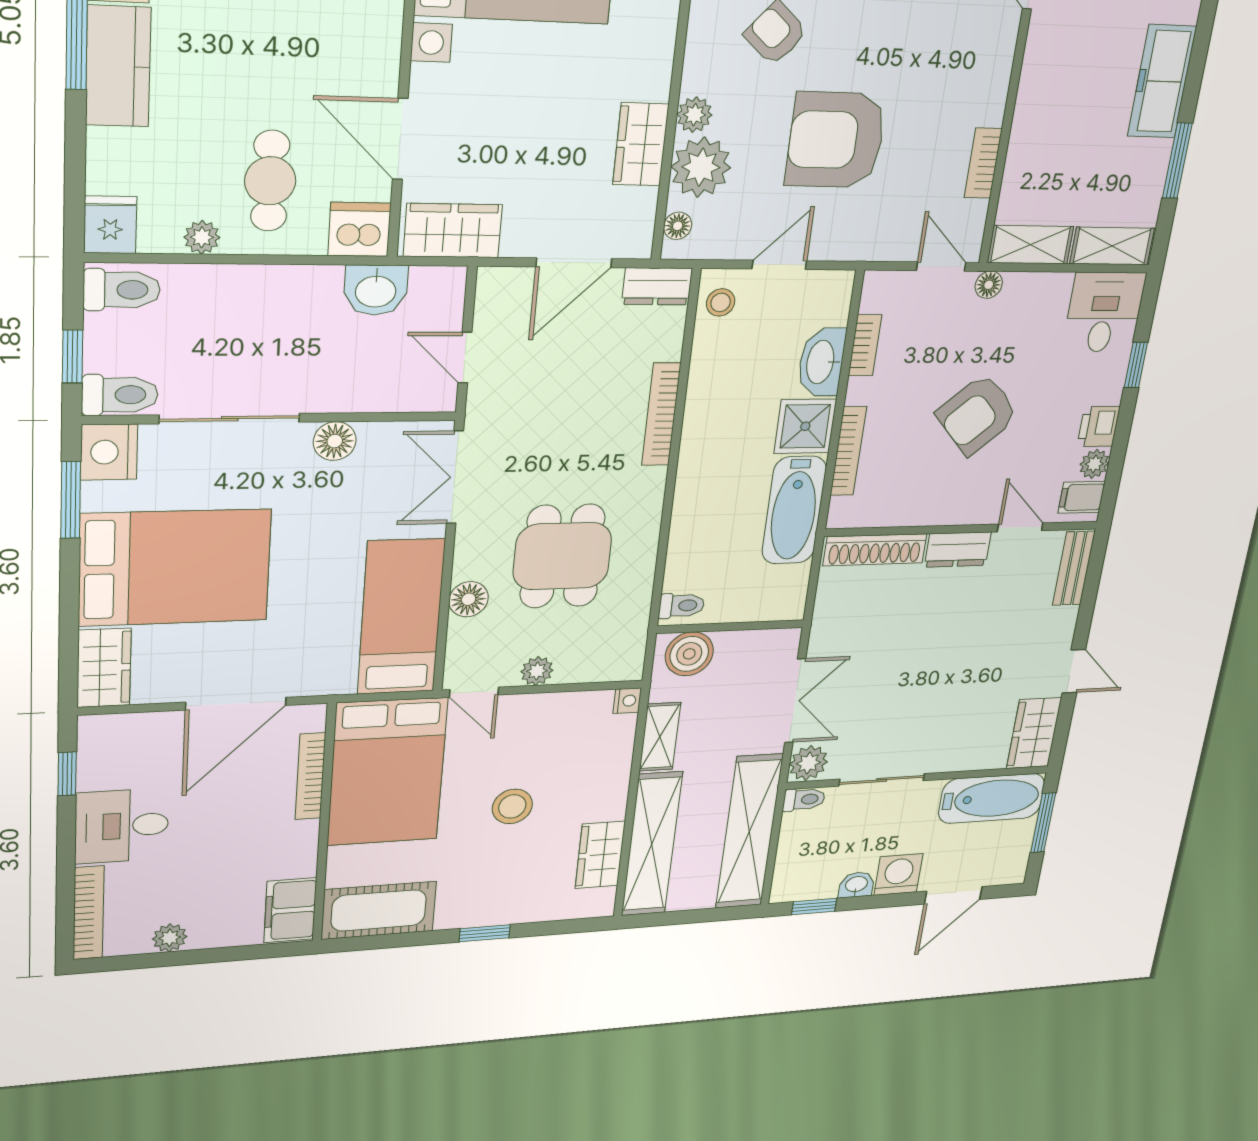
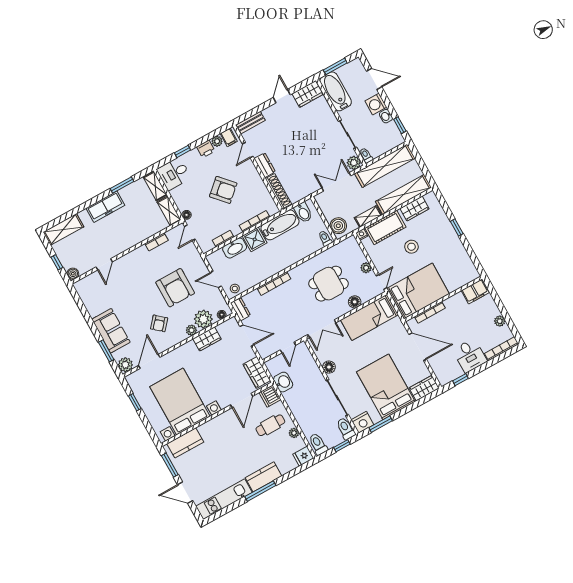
bidet: (782, 584) -> (303, 212), added
cot: (379, 910) -> (385, 228), moved, turned 90

